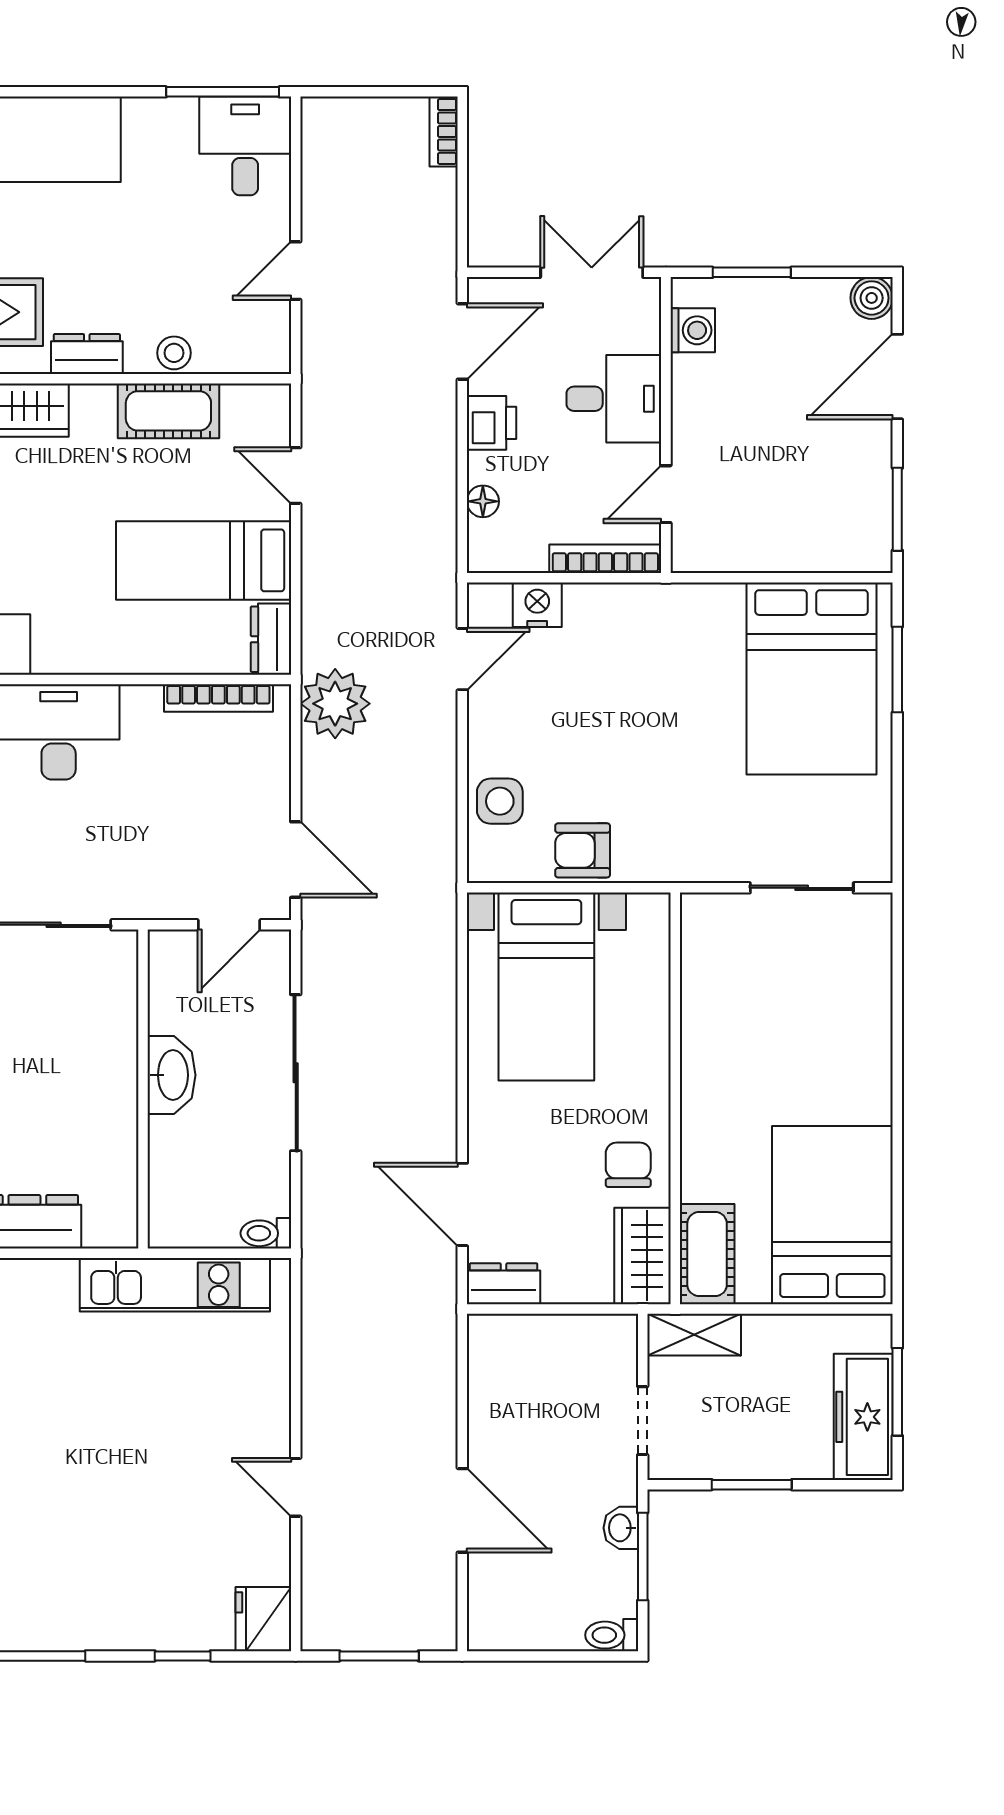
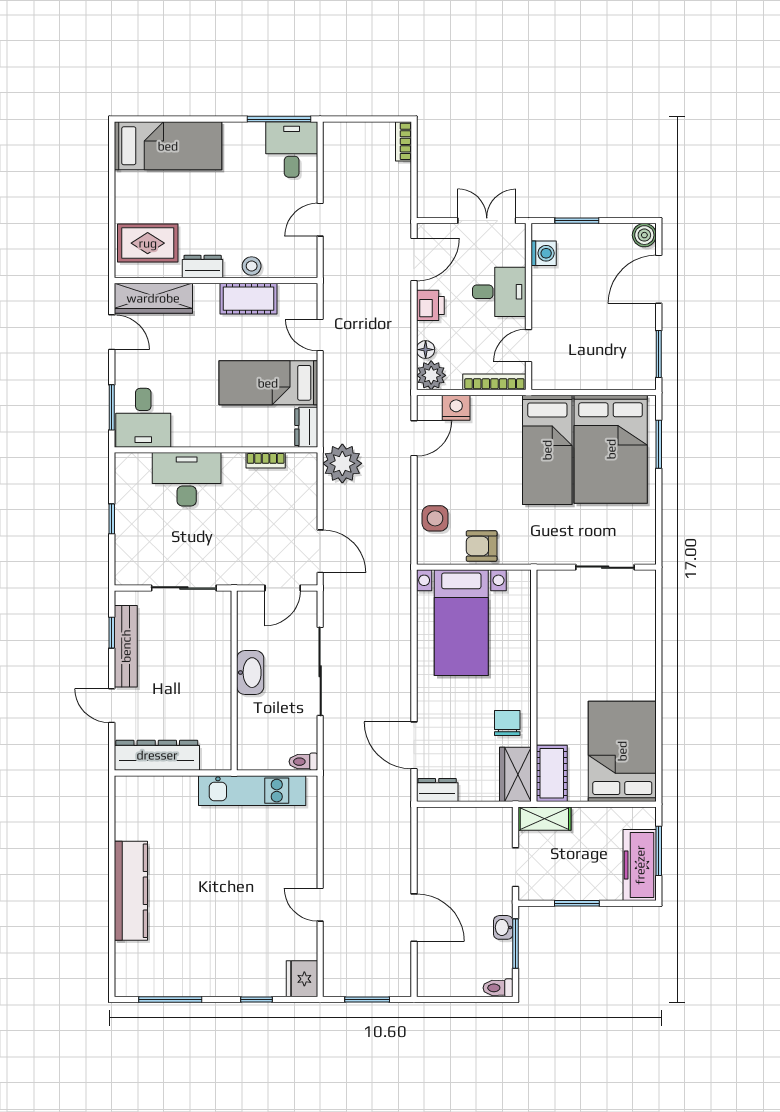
plant: (493, 547) -> (431, 375), added
bed: (699, 679) -> (547, 450), added
bookcase: (218, 698) -> (266, 460), width x0.64

